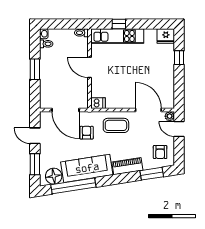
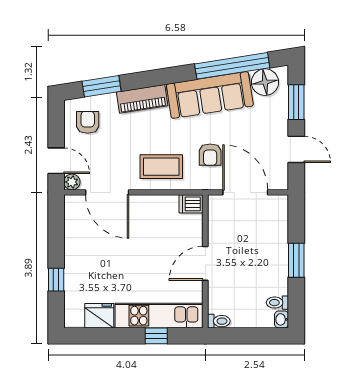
fridge: (166, 36) -> (99, 316), moved
door: (89, 67) -> (205, 263), swing flipped

